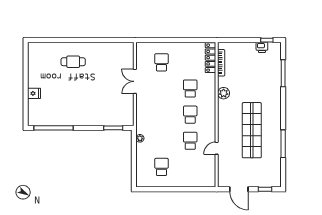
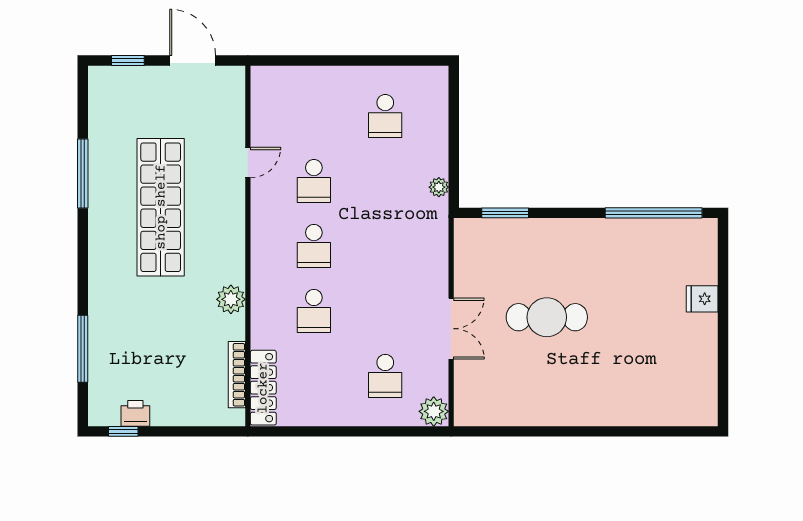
plant: (142, 48) -> (434, 411), added
cafe table: (73, 62) -> (547, 317), moved, width x1.37, depth x1.35

